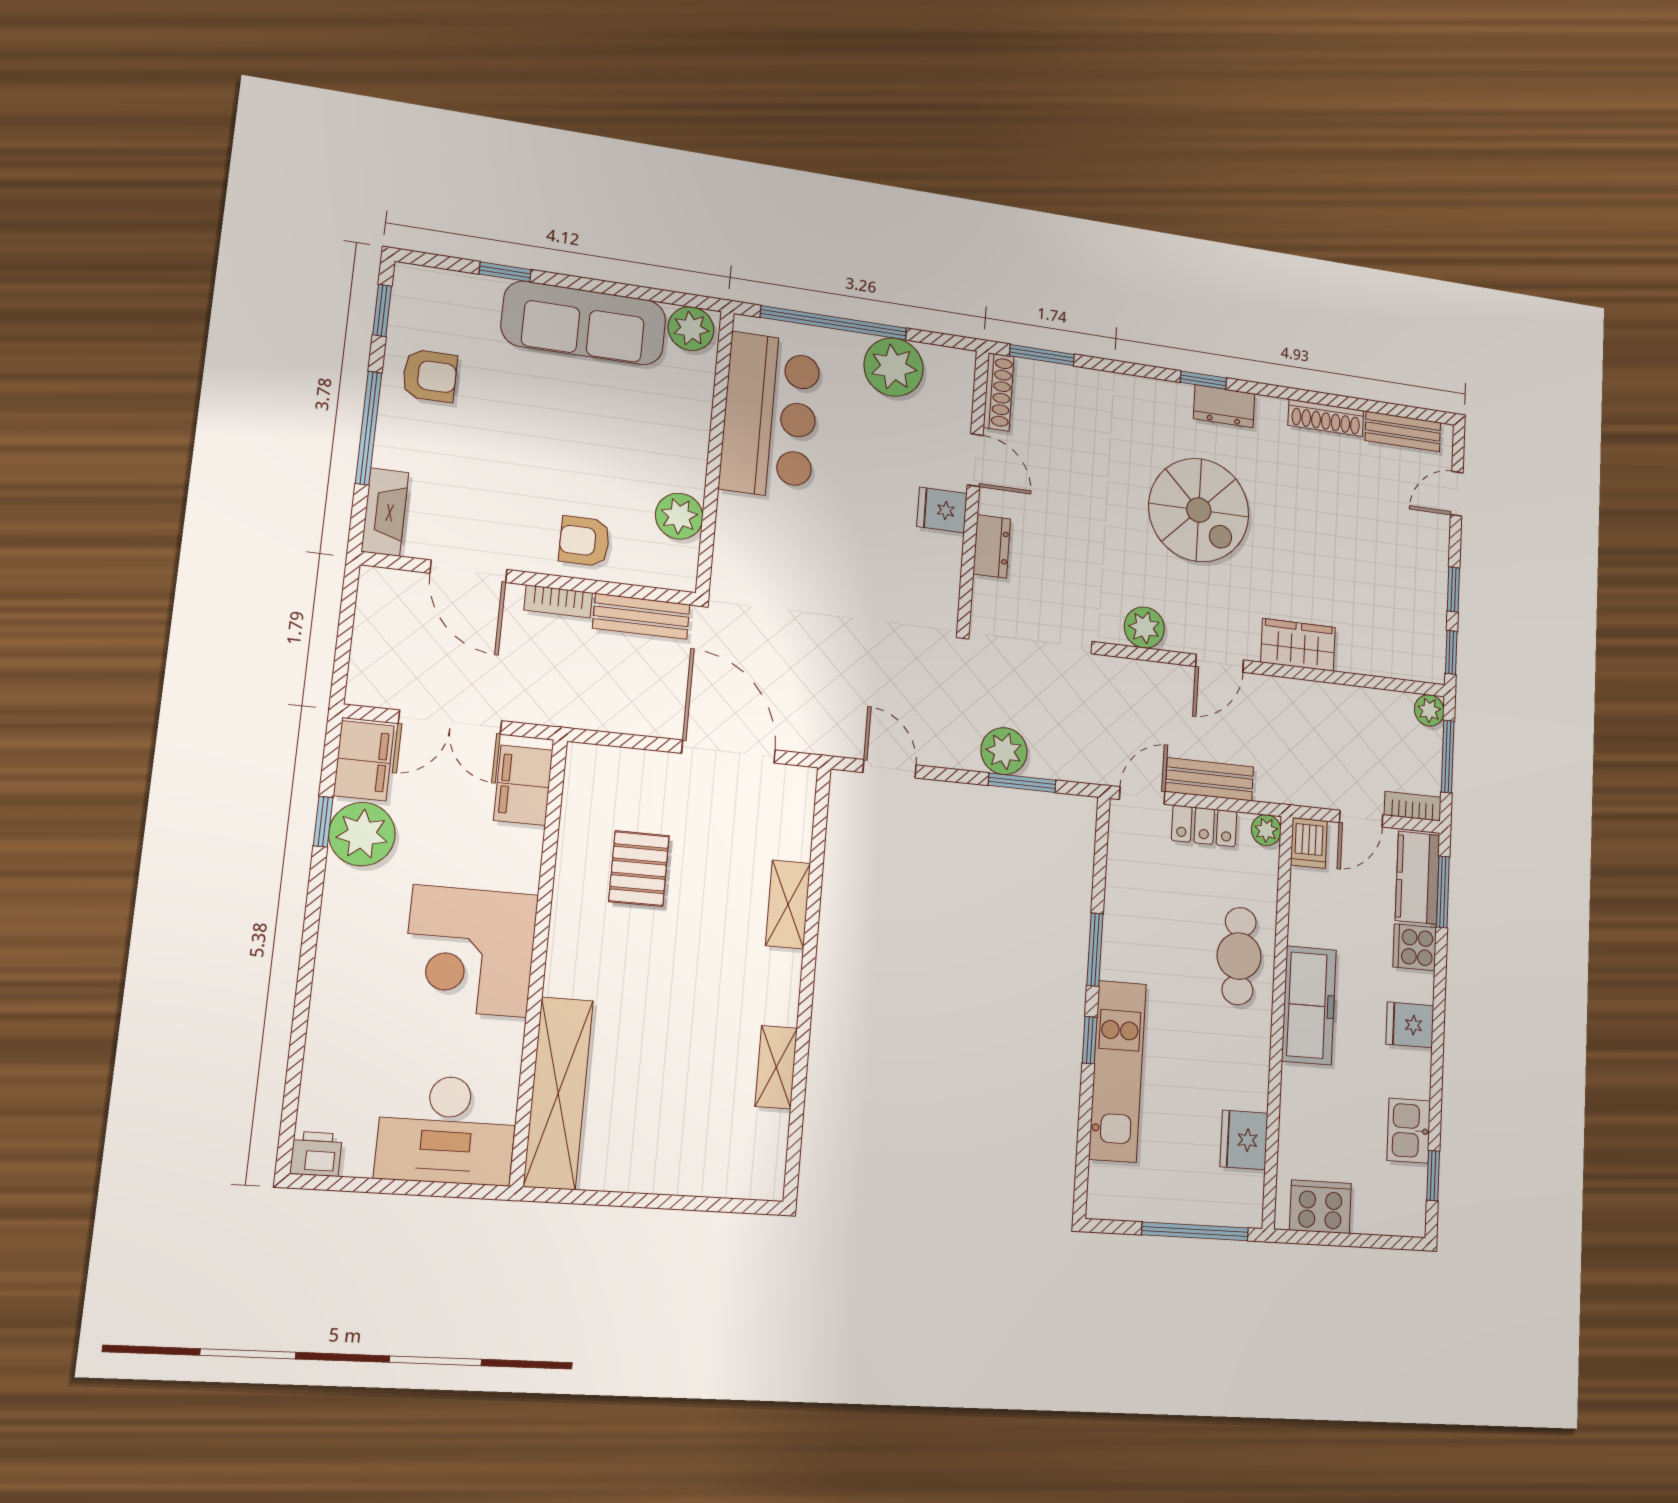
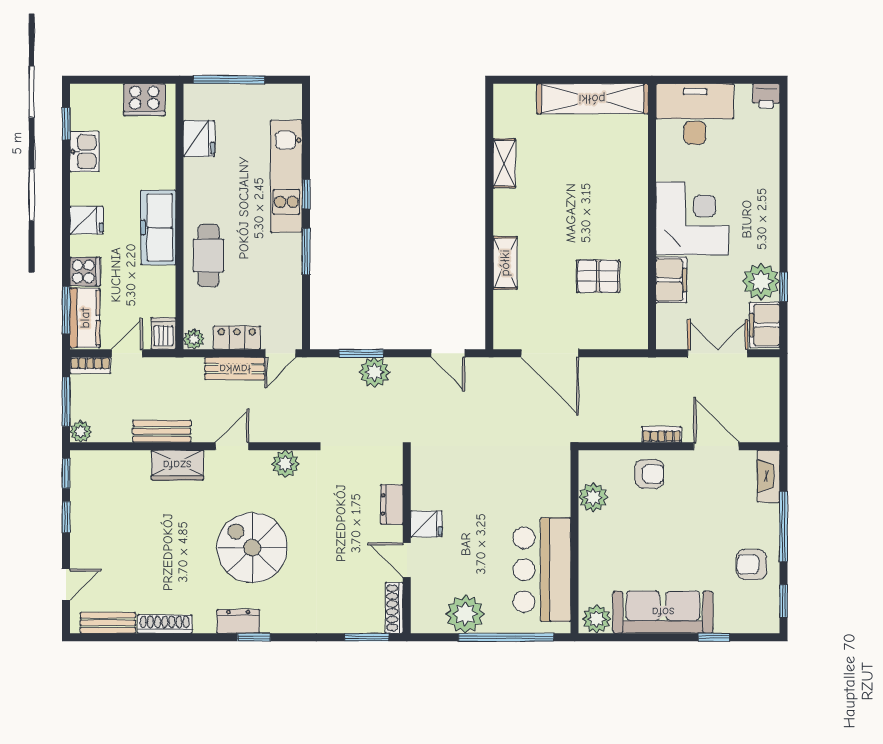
bench: (641, 616) -> (162, 431), moved
filing cabinet: (523, 785) -> (671, 280), moved
pallet: (639, 869) -> (598, 276), turned 90
shelving: (558, 1093) -> (592, 99), moved, turned 90

